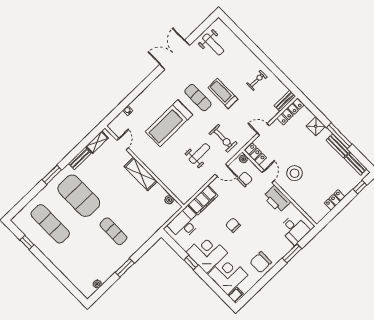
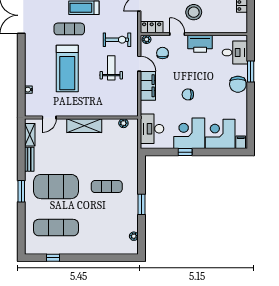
door: (122, 144) -> (49, 118), swing flipped
door: (221, 170) -> (139, 64), hinge flipped
filing cabinet: (203, 200) -> (148, 86), moved
chair: (261, 262) -> (238, 84), moved

